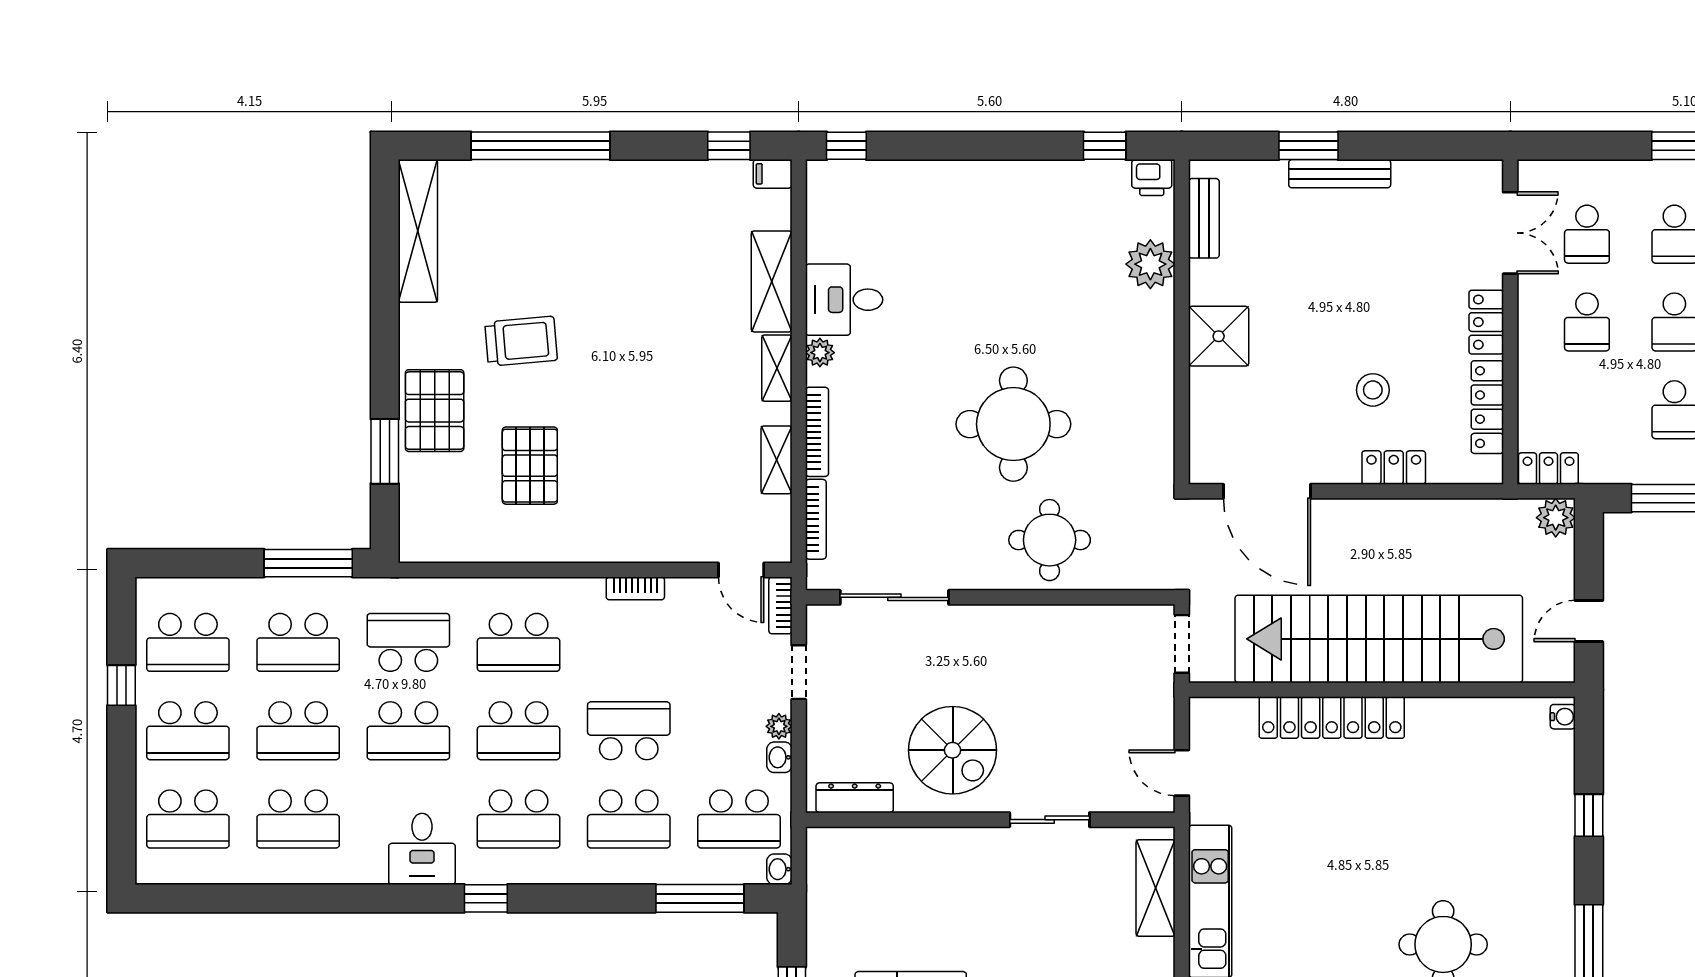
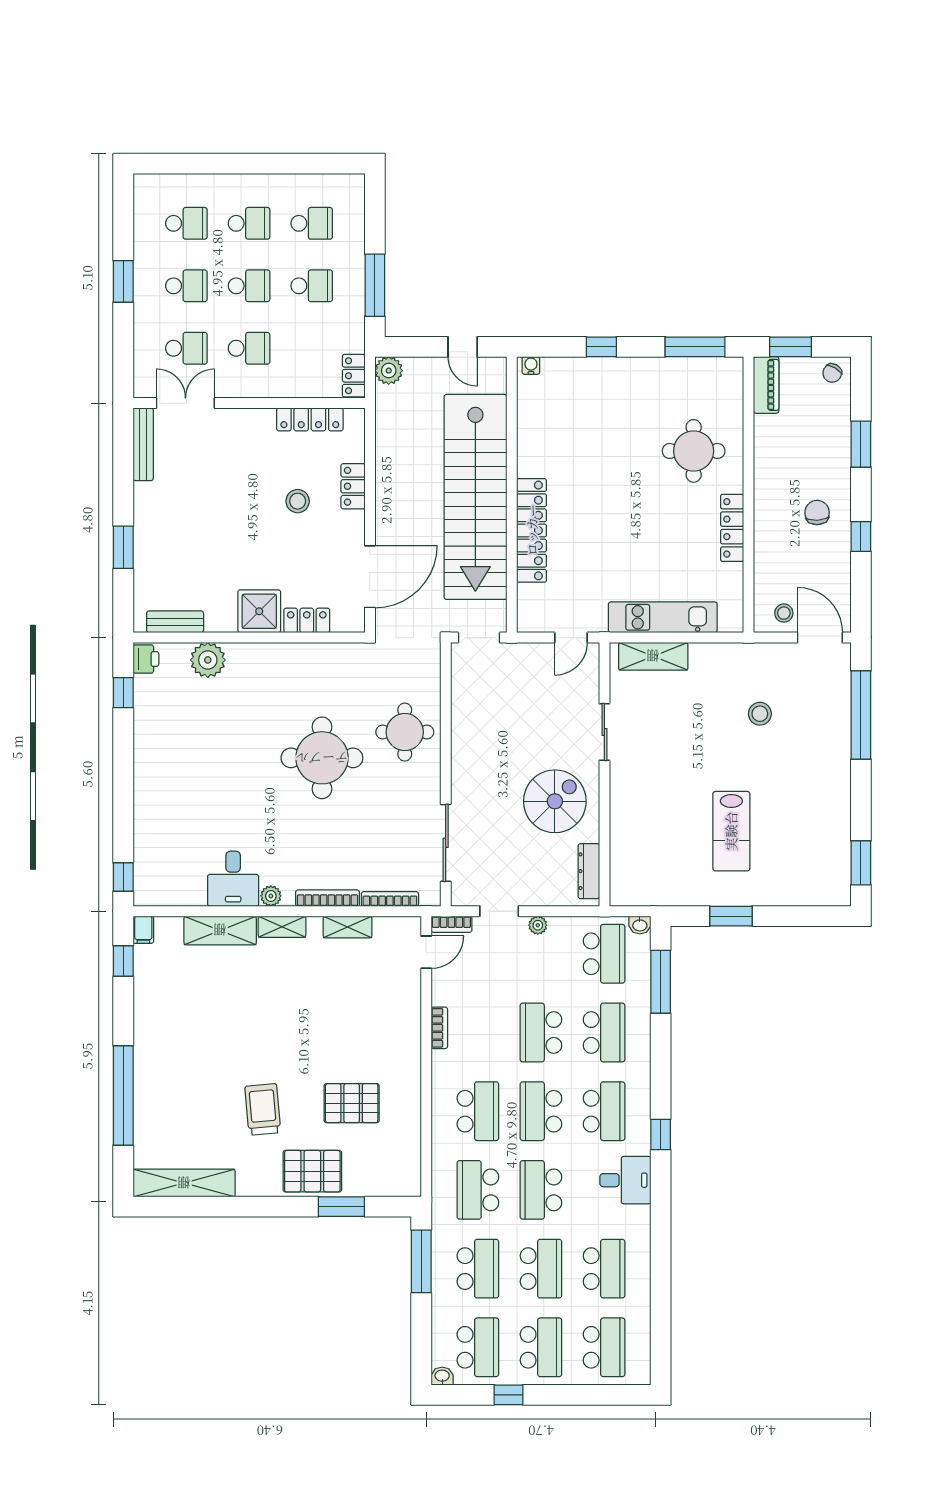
bench: (1340, 174) -> (143, 444), moved
locker: (1486, 322) -> (307, 620), moved, turned 180
school desk: (408, 731) -> (541, 1190), turned 180
school desk: (519, 731) -> (541, 1111), turned 180
washbasin: (779, 757) -> (442, 1376), moved, turned 180

